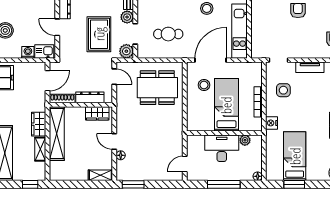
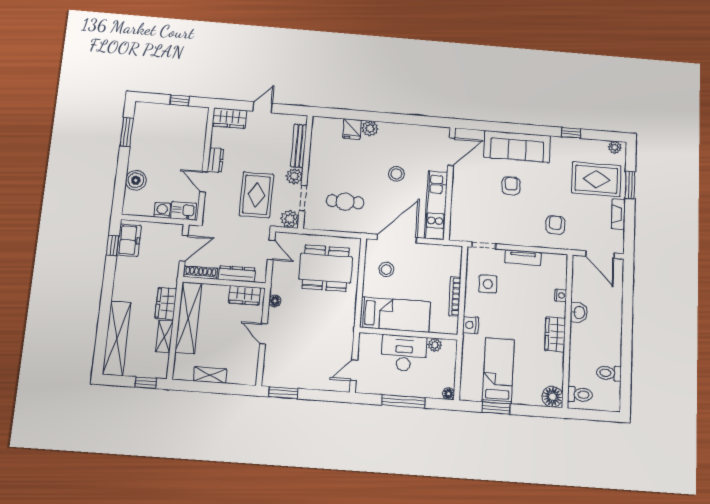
bed: (226, 105) -> (395, 315), moved, turned 90
floor lamp: (121, 155) -> (275, 301), moved
shelving: (100, 175) -> (210, 375), moved

